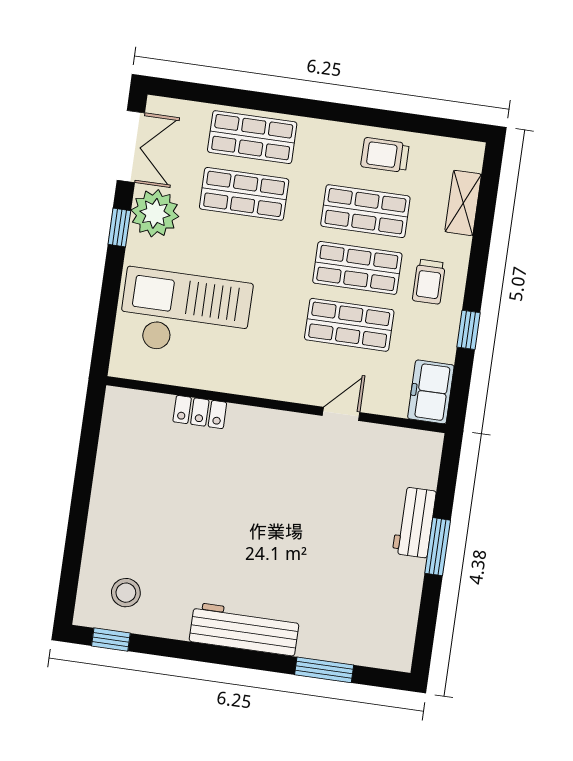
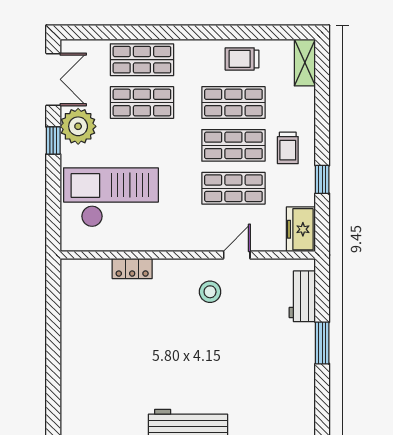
shelving: (463, 203) -> (305, 63), moved
workbench: (414, 522) -> (302, 296), moved
stool: (126, 593) -> (210, 292), moved

